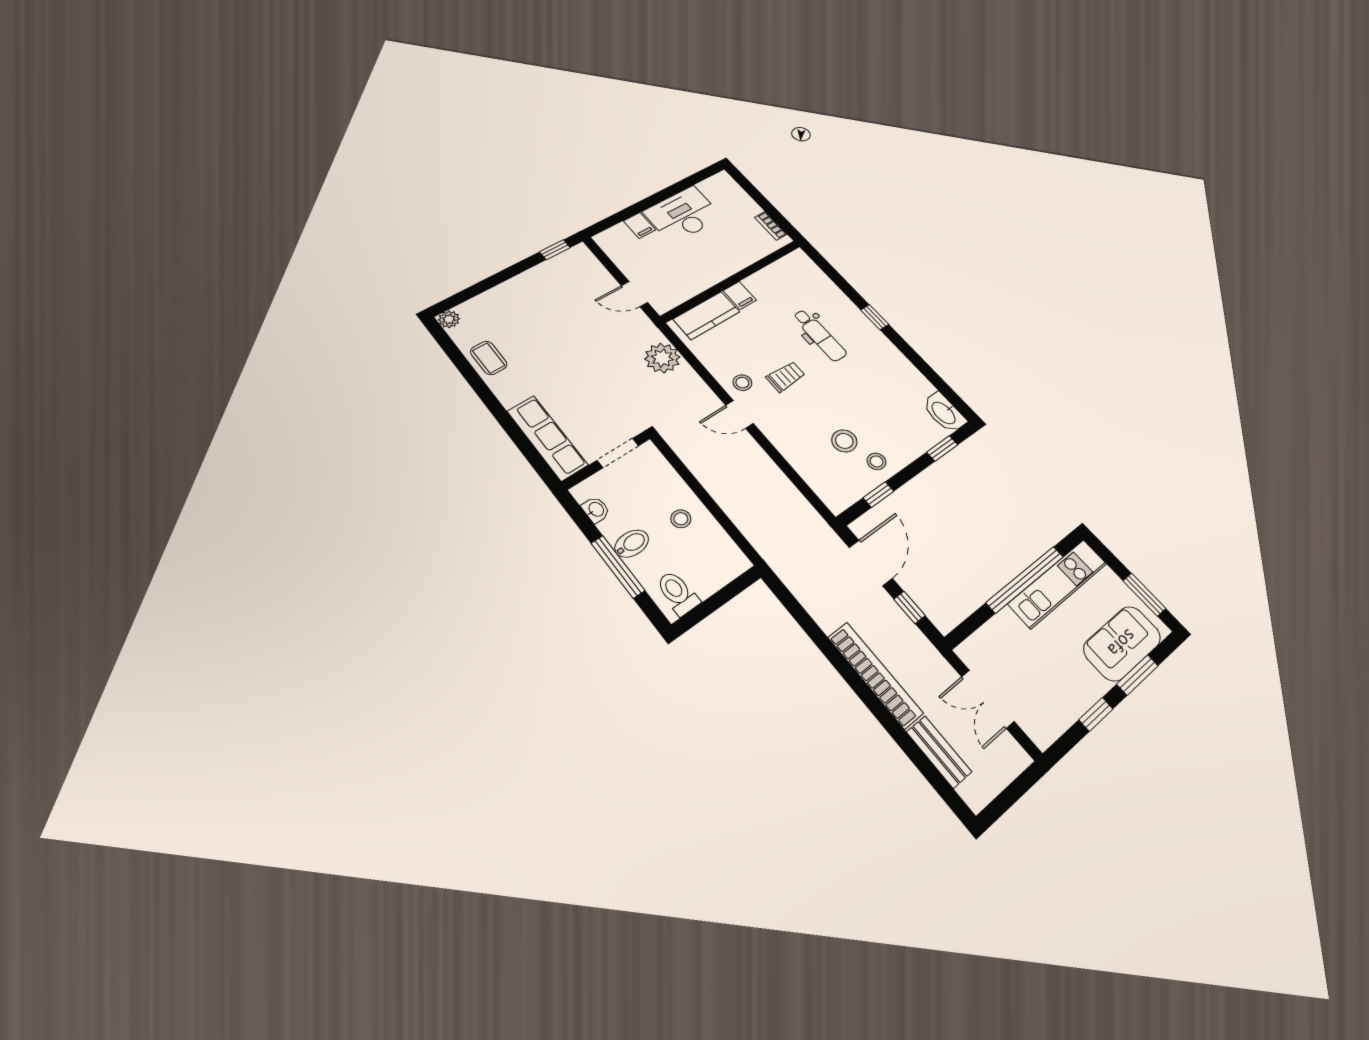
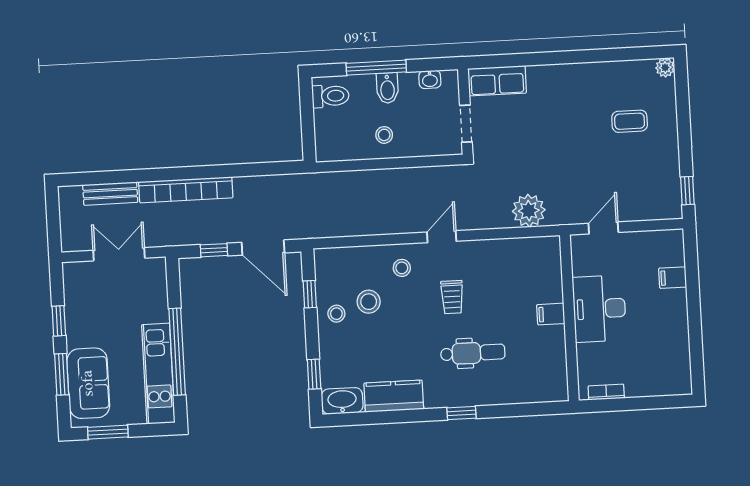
desk: (683, 214) -> (599, 309), moved, turned 180
kitchen counter: (706, 315) -> (394, 396), moved, turned 90
dental chair: (820, 335) -> (473, 353), turned 180
coffee table: (489, 358) -> (630, 121), moved
stool: (742, 383) -> (402, 268), moved
row of seats: (547, 438) -> (497, 81), width x0.68

